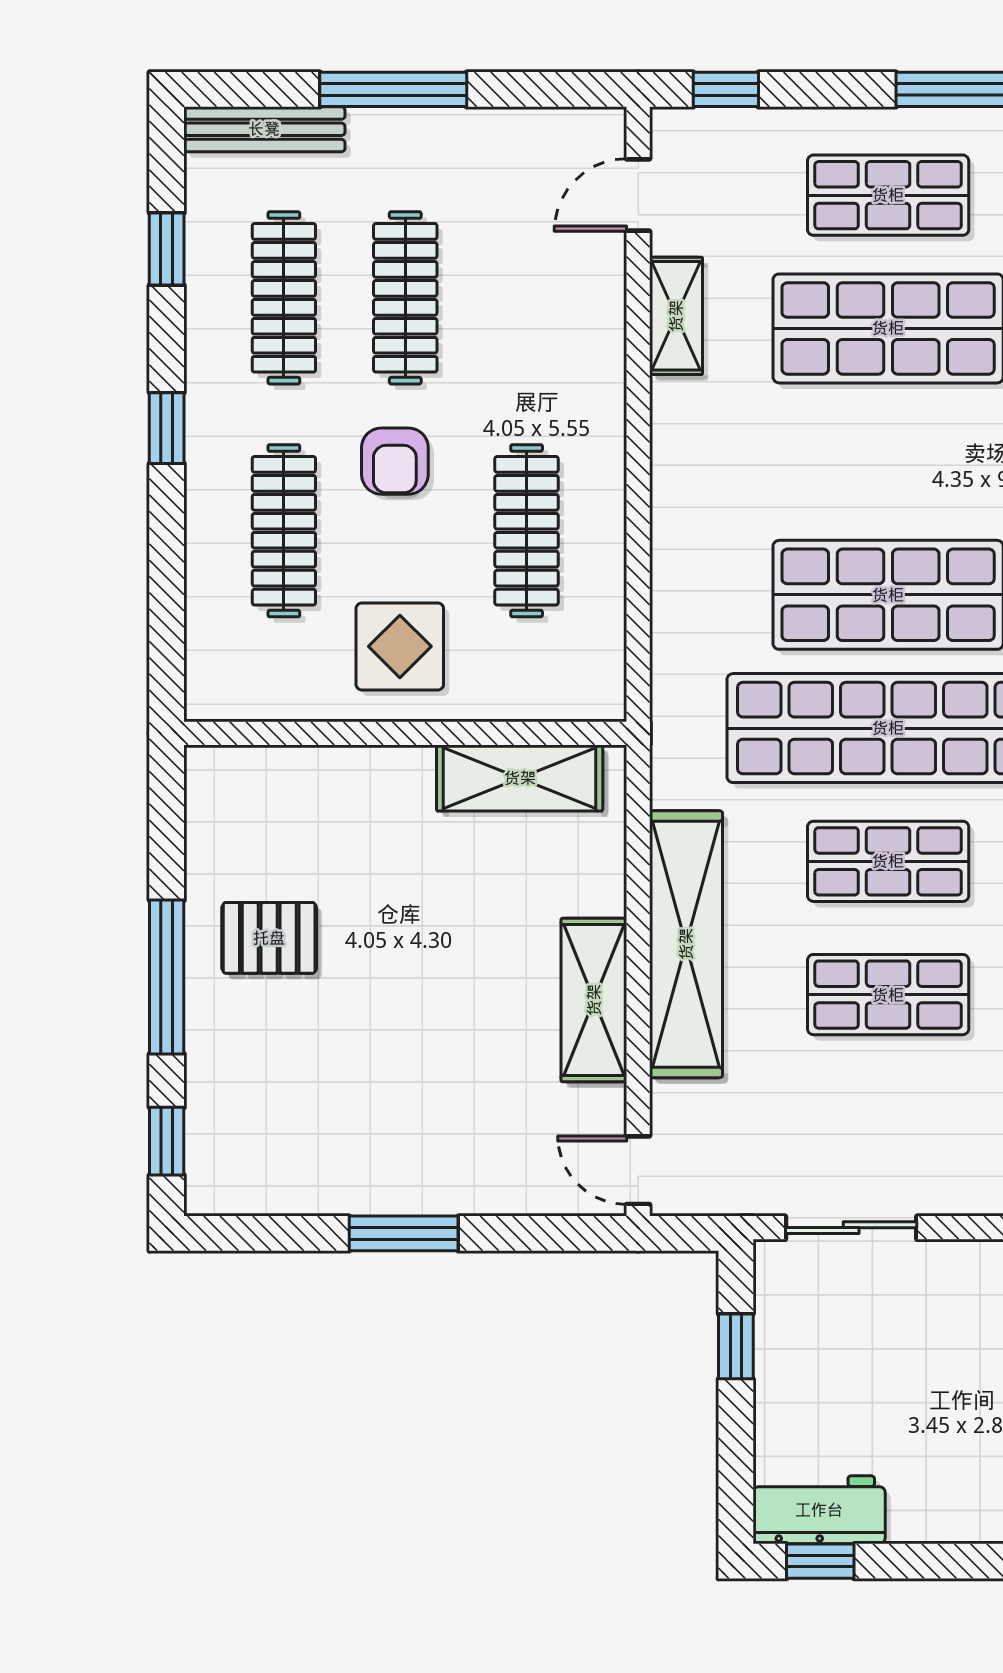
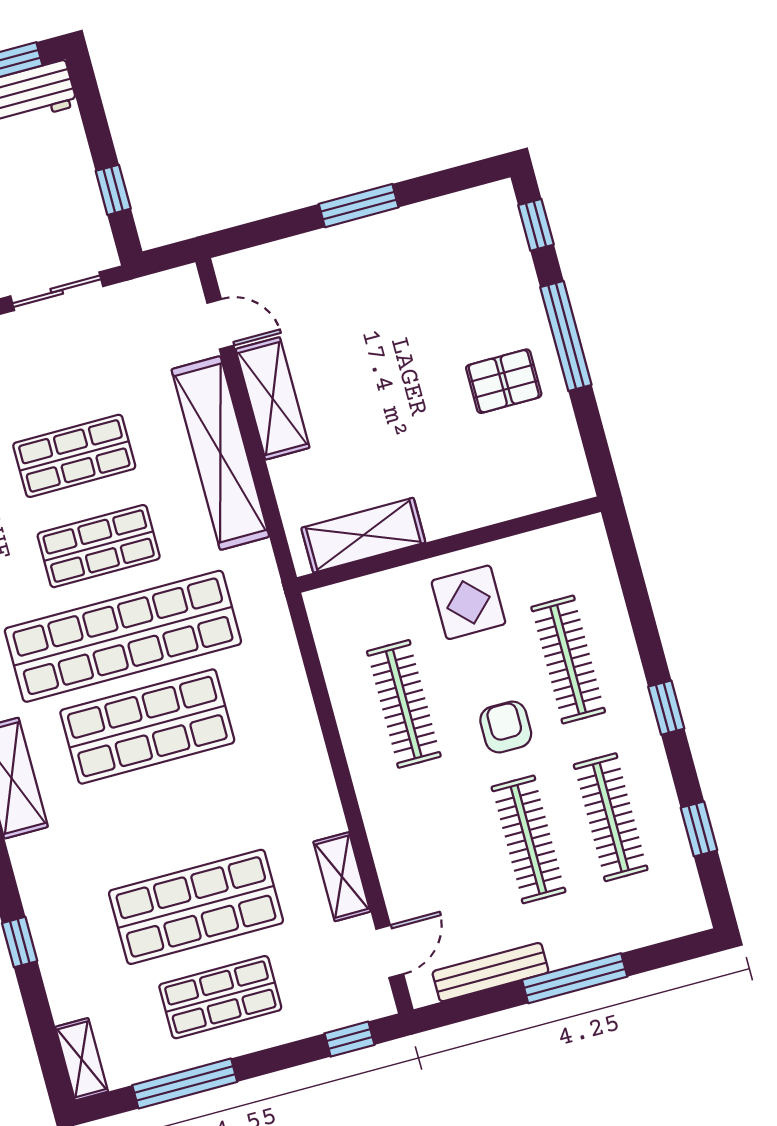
bench: (264, 129) -> (490, 972), moved
door: (638, 1170) -> (220, 324), moved

